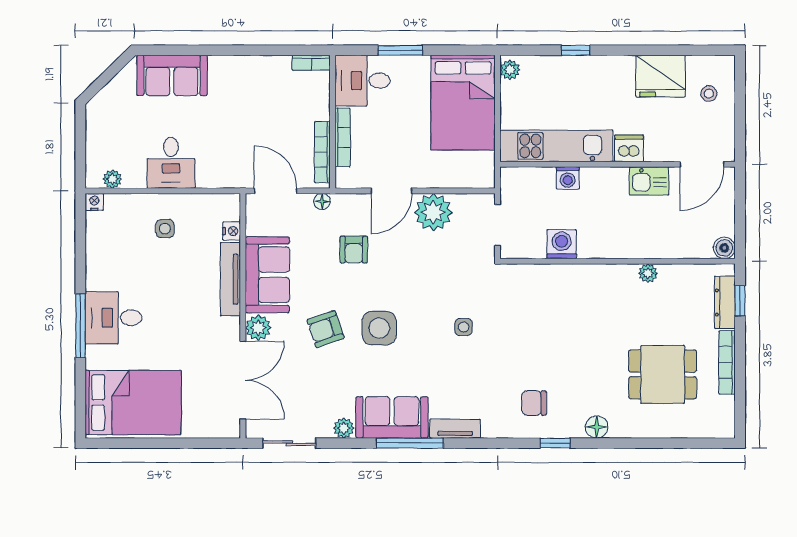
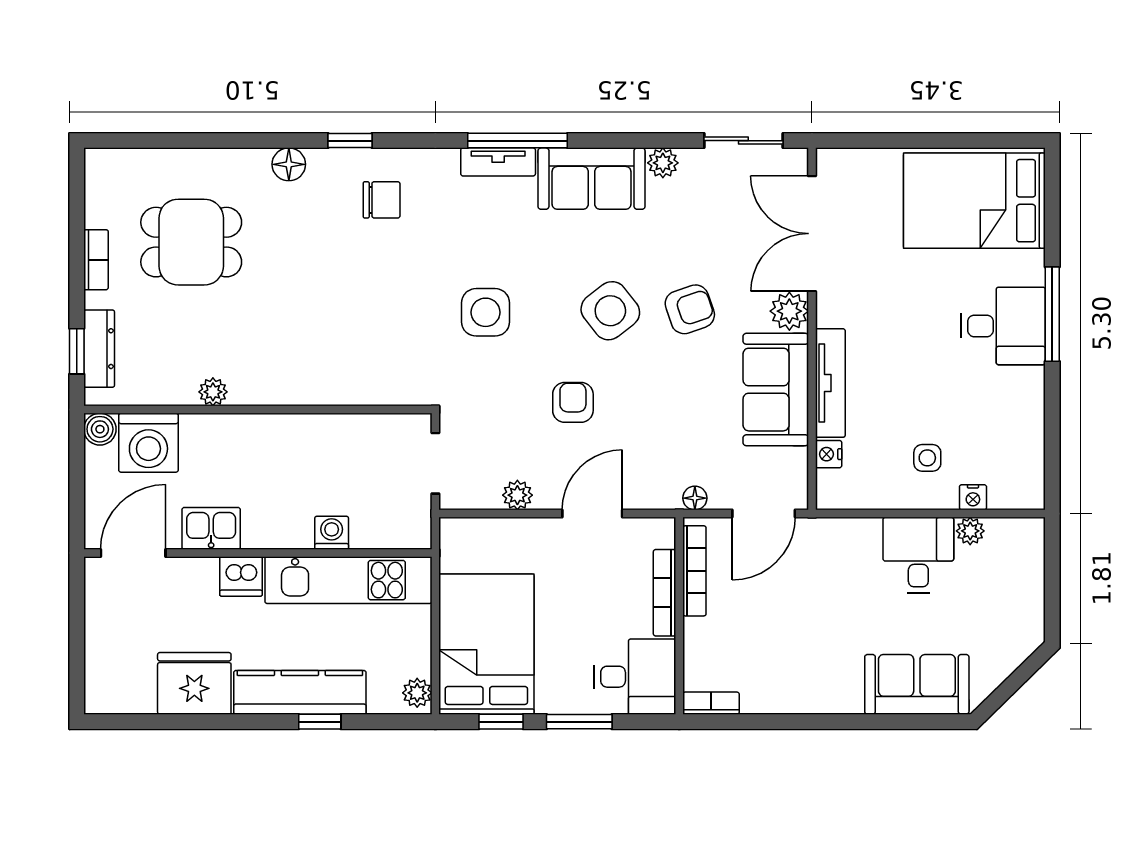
window: (453, 50) -> (501, 722), added
kitchen counter: (589, 70) -> (300, 692), added
stool: (709, 94) -> (123, 657), removed
plant: (112, 179) -> (970, 531), moved
door: (276, 191) -> (764, 514), hinge flipped
nightstand: (94, 202) -> (973, 497), moved
plant: (433, 212) -> (517, 495), width x0.53, depth x0.53
washing machine: (562, 244) -> (148, 443), moved, width x1.37, depth x1.37
armchair: (354, 250) -> (573, 402), moved
side table: (464, 327) -> (486, 312), width x1.87, depth x1.87
side table: (379, 328) -> (610, 311), turned -38
bookcase: (727, 363) -> (96, 260), width x0.64
window: (410, 443) -> (518, 141), moved

